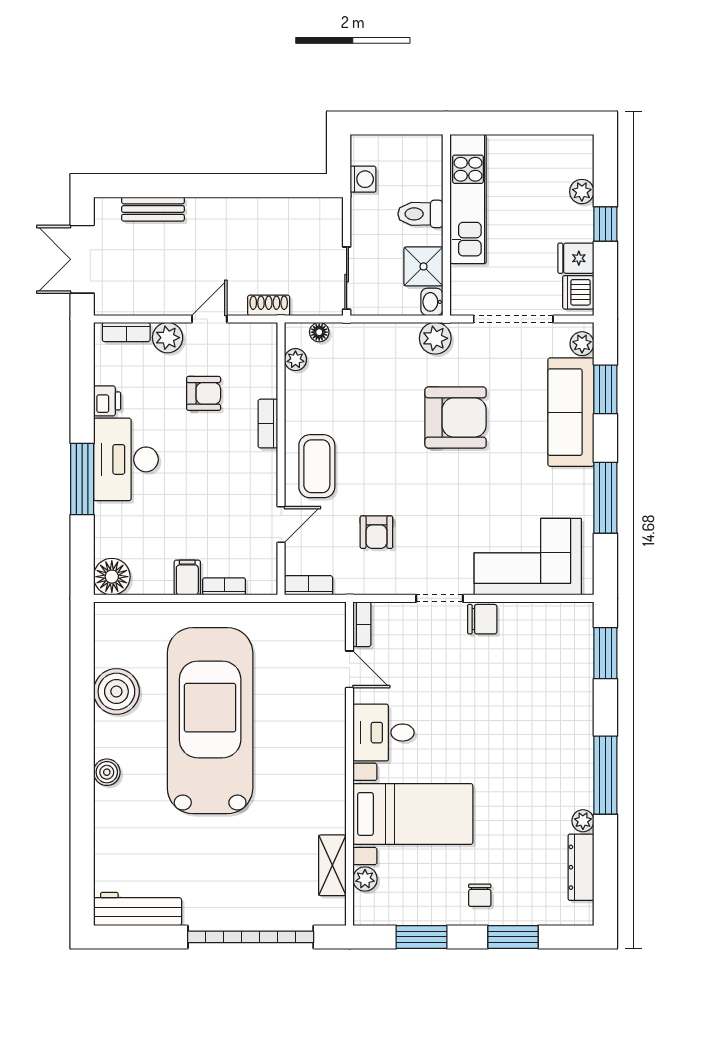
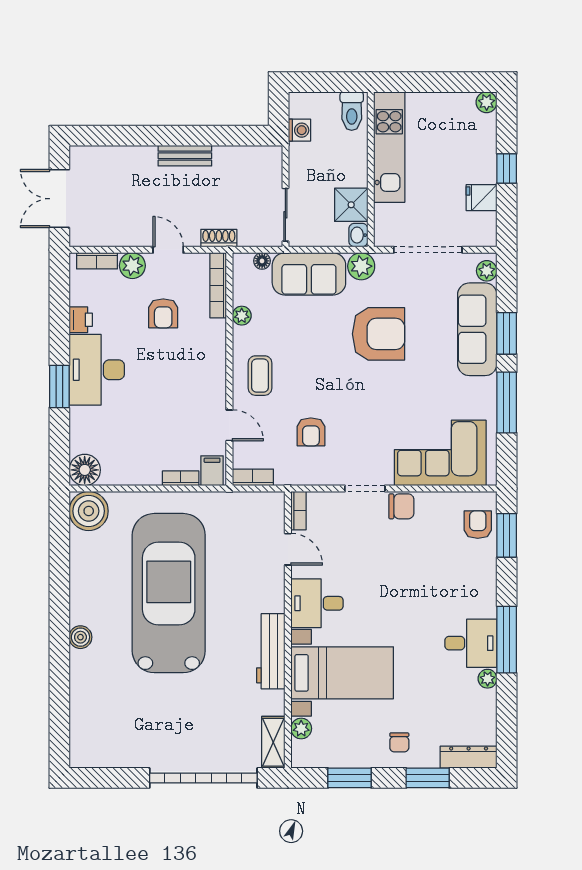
plant: (582, 192) -> (487, 102), moved
bench: (153, 209) -> (185, 156), moved
toilet: (420, 214) -> (352, 111), moved, turned -90
dishwasher: (578, 292) -> (484, 227), removed
door: (209, 319) -> (168, 250), hinge flipped
sofa: (374, 347) -> (309, 274), added
plant: (295, 360) -> (242, 316), moved
window: (605, 389) -> (507, 333), moved
armchair: (204, 393) -> (163, 313), turned 90
bookcase: (268, 424) -> (218, 285), moved, width x1.56
coffee table: (317, 466) -> (260, 376), width x0.73, depth x0.77
window: (82, 479) -> (59, 387), width x0.69
door: (281, 524) -> (229, 425), hinge flipped
filing cabinet: (187, 577) -> (212, 471), moved
armchair: (572, 641) -> (478, 525), added
boiler: (116, 691) -> (89, 511), moved
desk: (564, 779) -> (471, 643), added
shelving: (332, 865) -> (273, 742), moved
dresser: (581, 867) -> (469, 757), moved, turned 90
workbench: (138, 909) -> (271, 651), moved, turned -90

